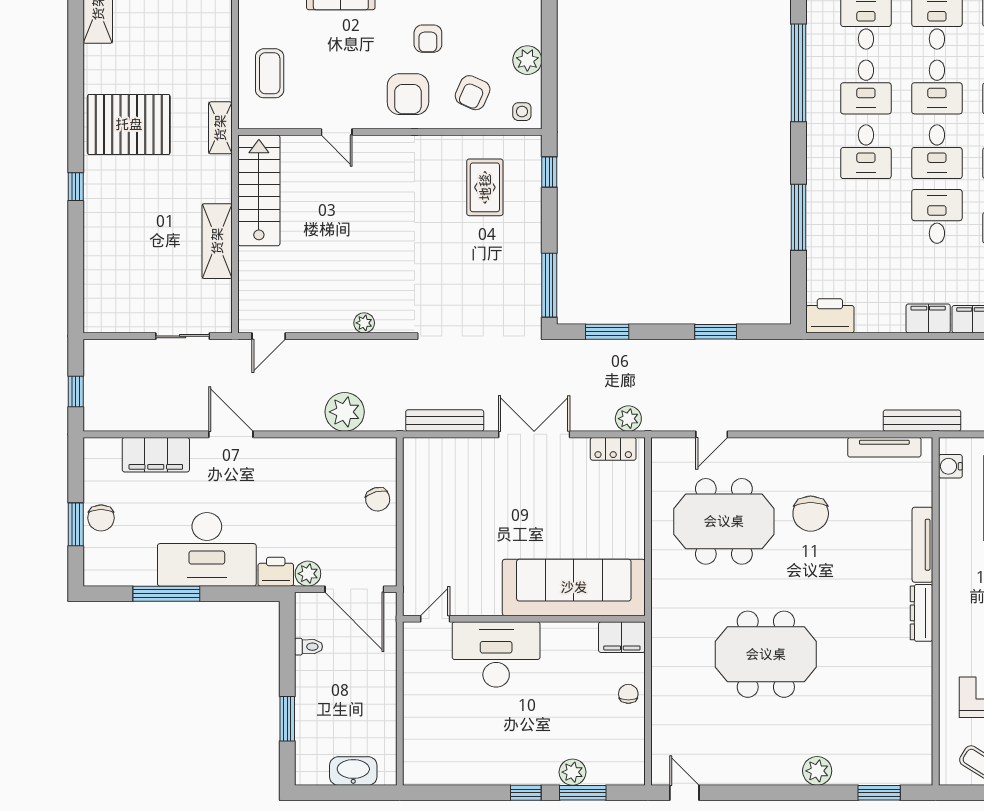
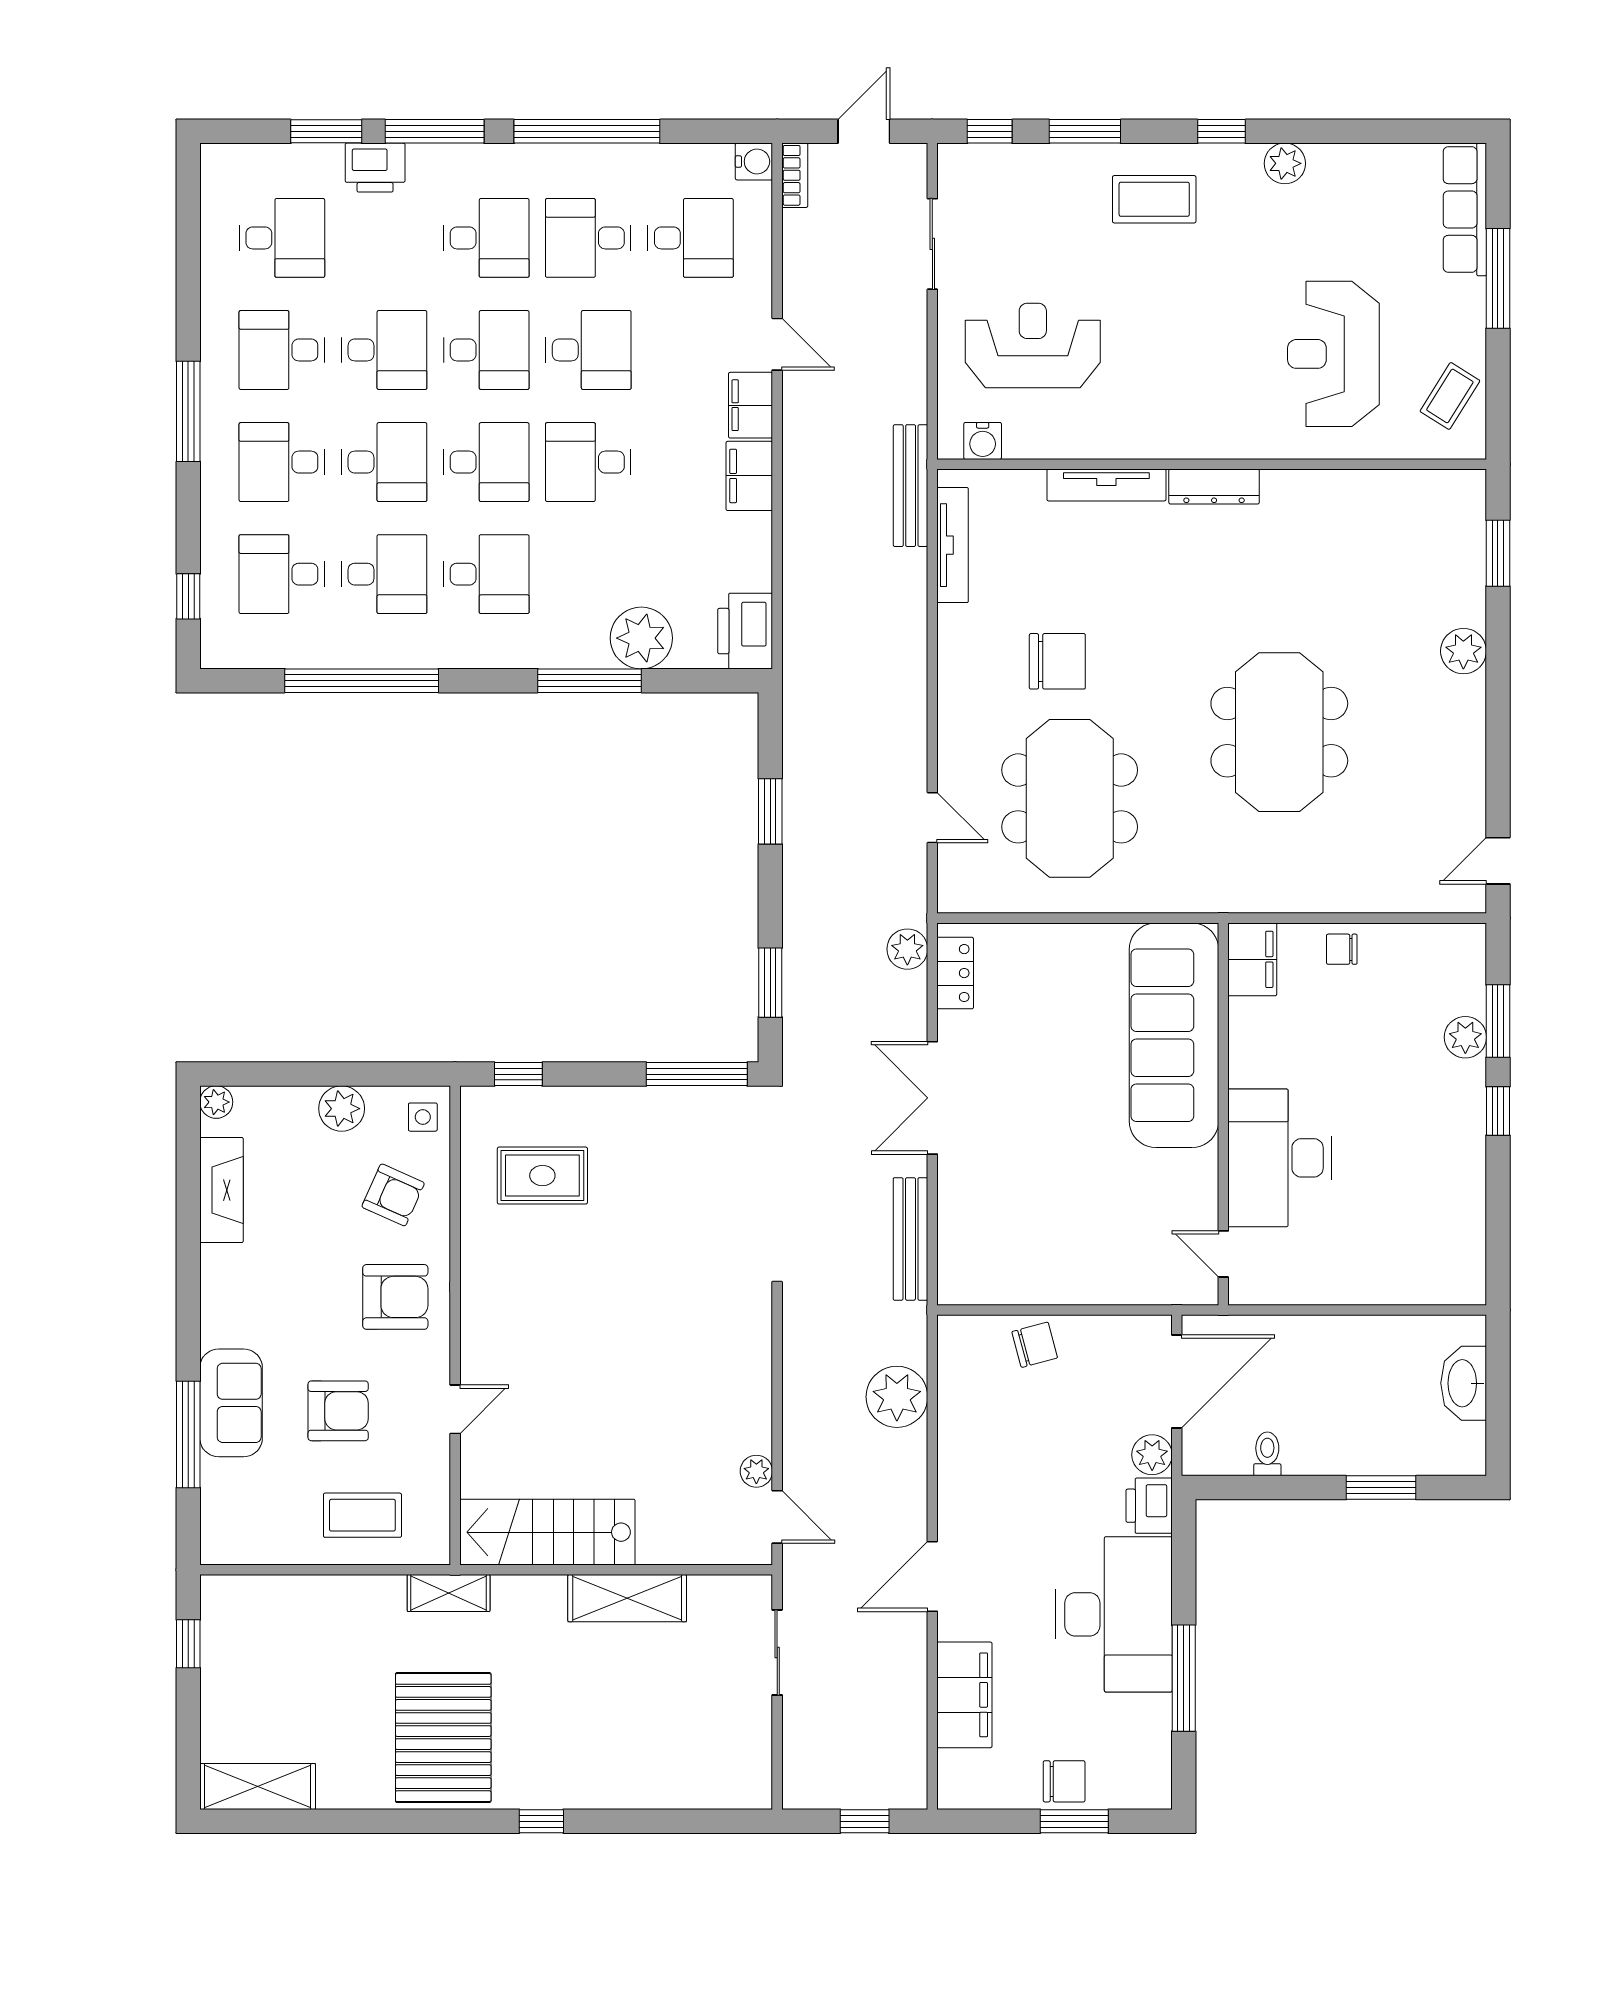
armchair: (428, 39) -> (338, 1411), moved, width x1.38, depth x1.38
plant: (825, 250) -> (641, 638), added
plant: (364, 323) -> (756, 1471), moved

